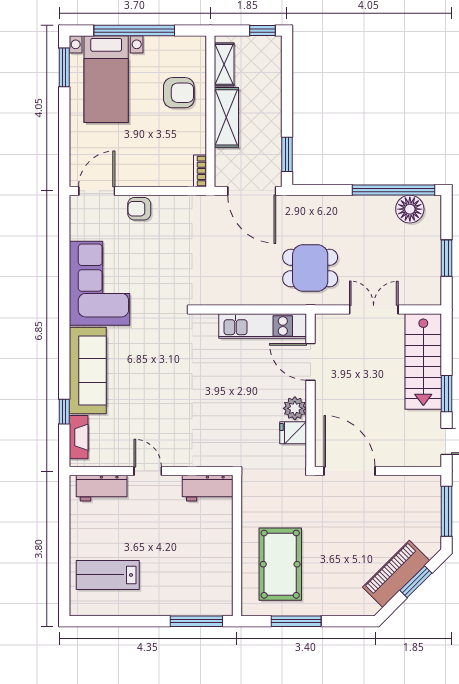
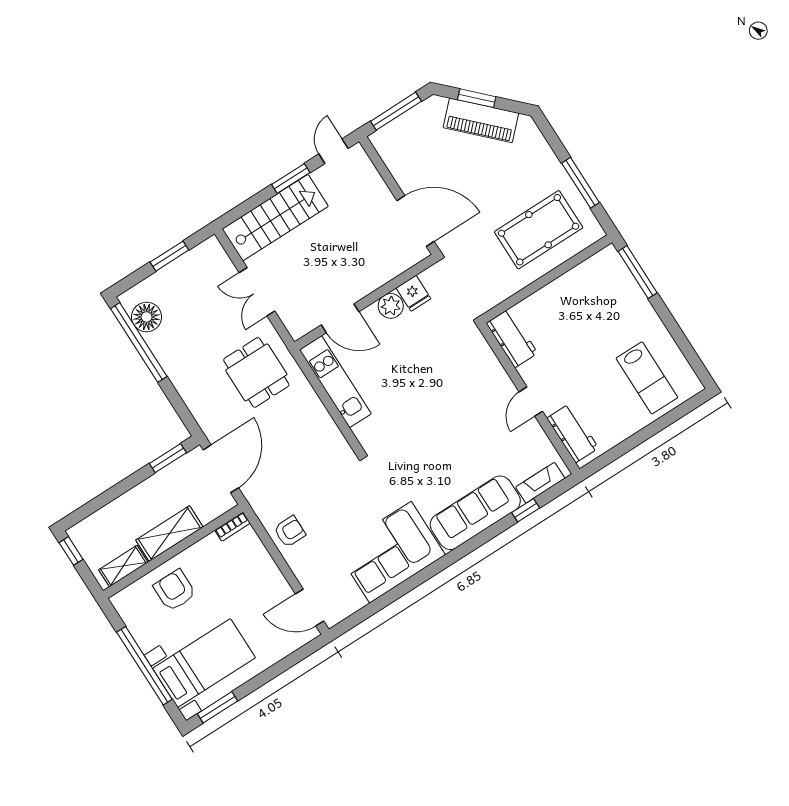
armchair: (139, 209) -> (290, 531), moved, turned -90
door: (311, 362) -> (340, 318), hinge flipped
door: (350, 471) -> (415, 221), swing flipped

